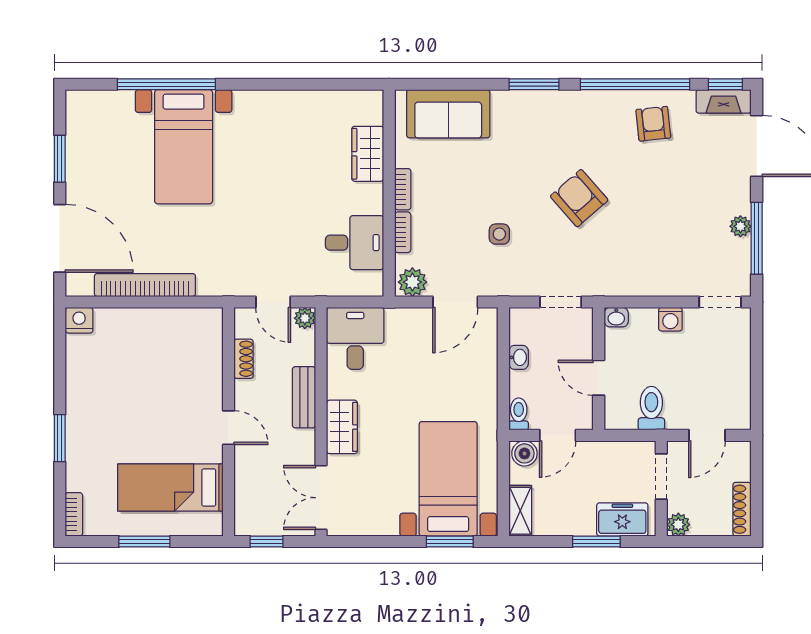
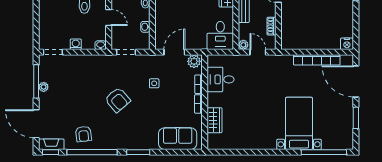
window: (166, 84) -> (324, 152), moved

